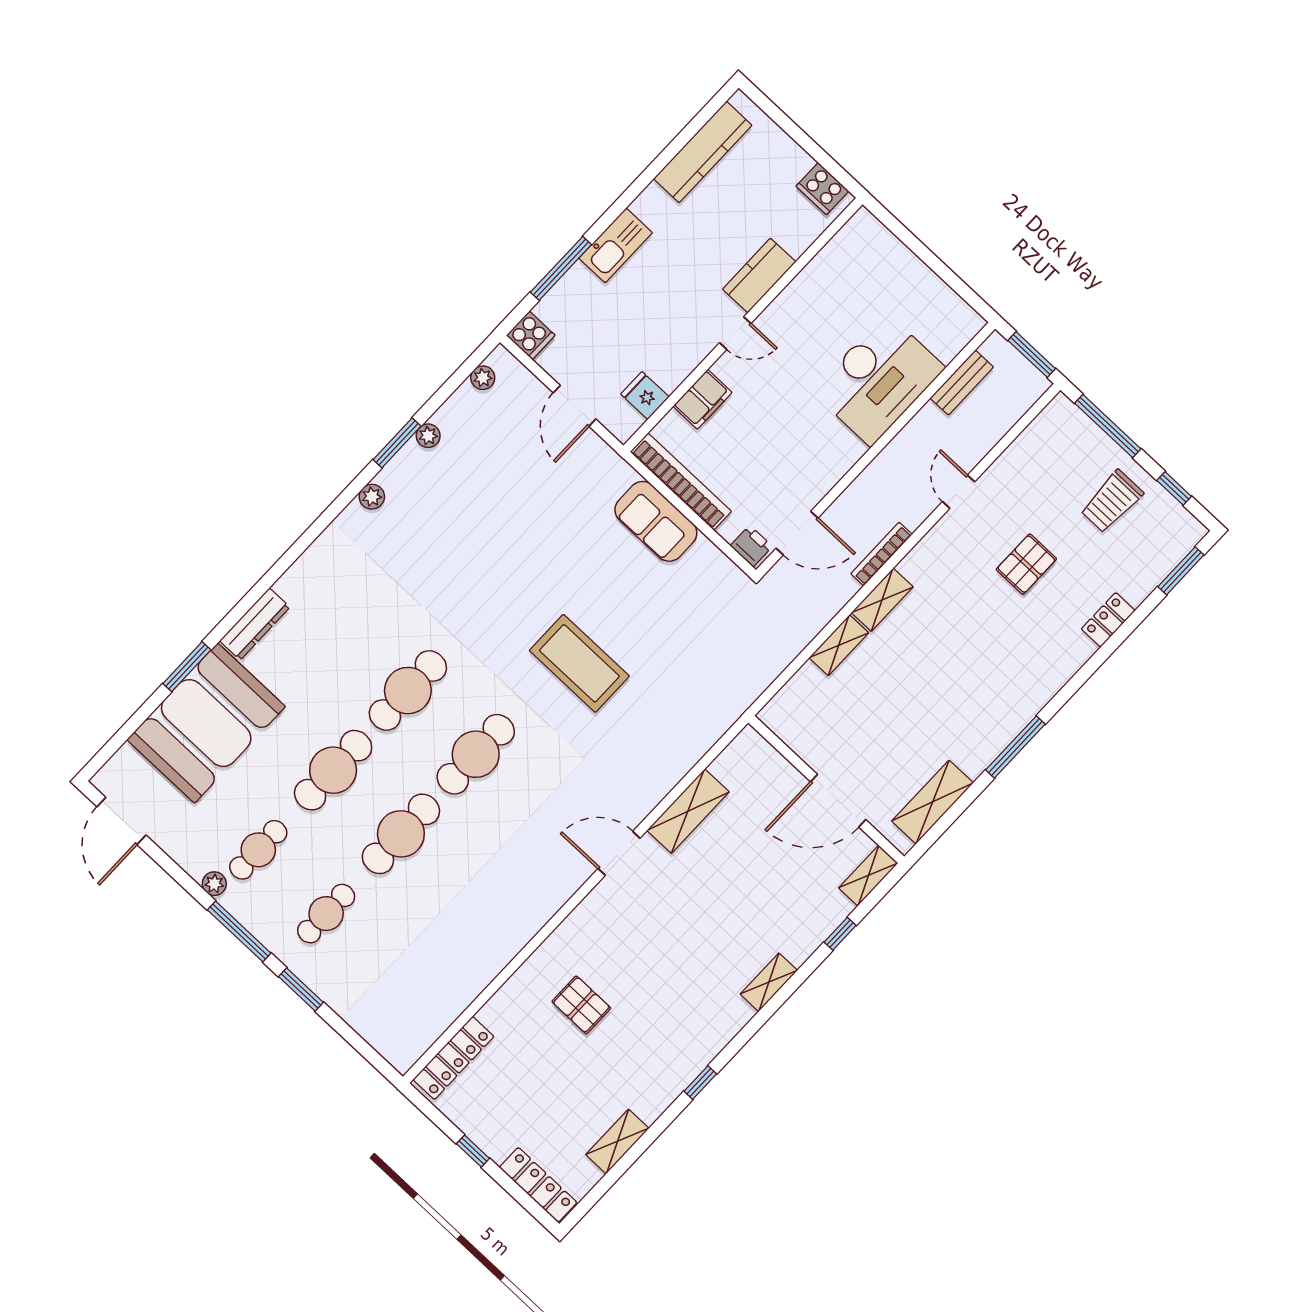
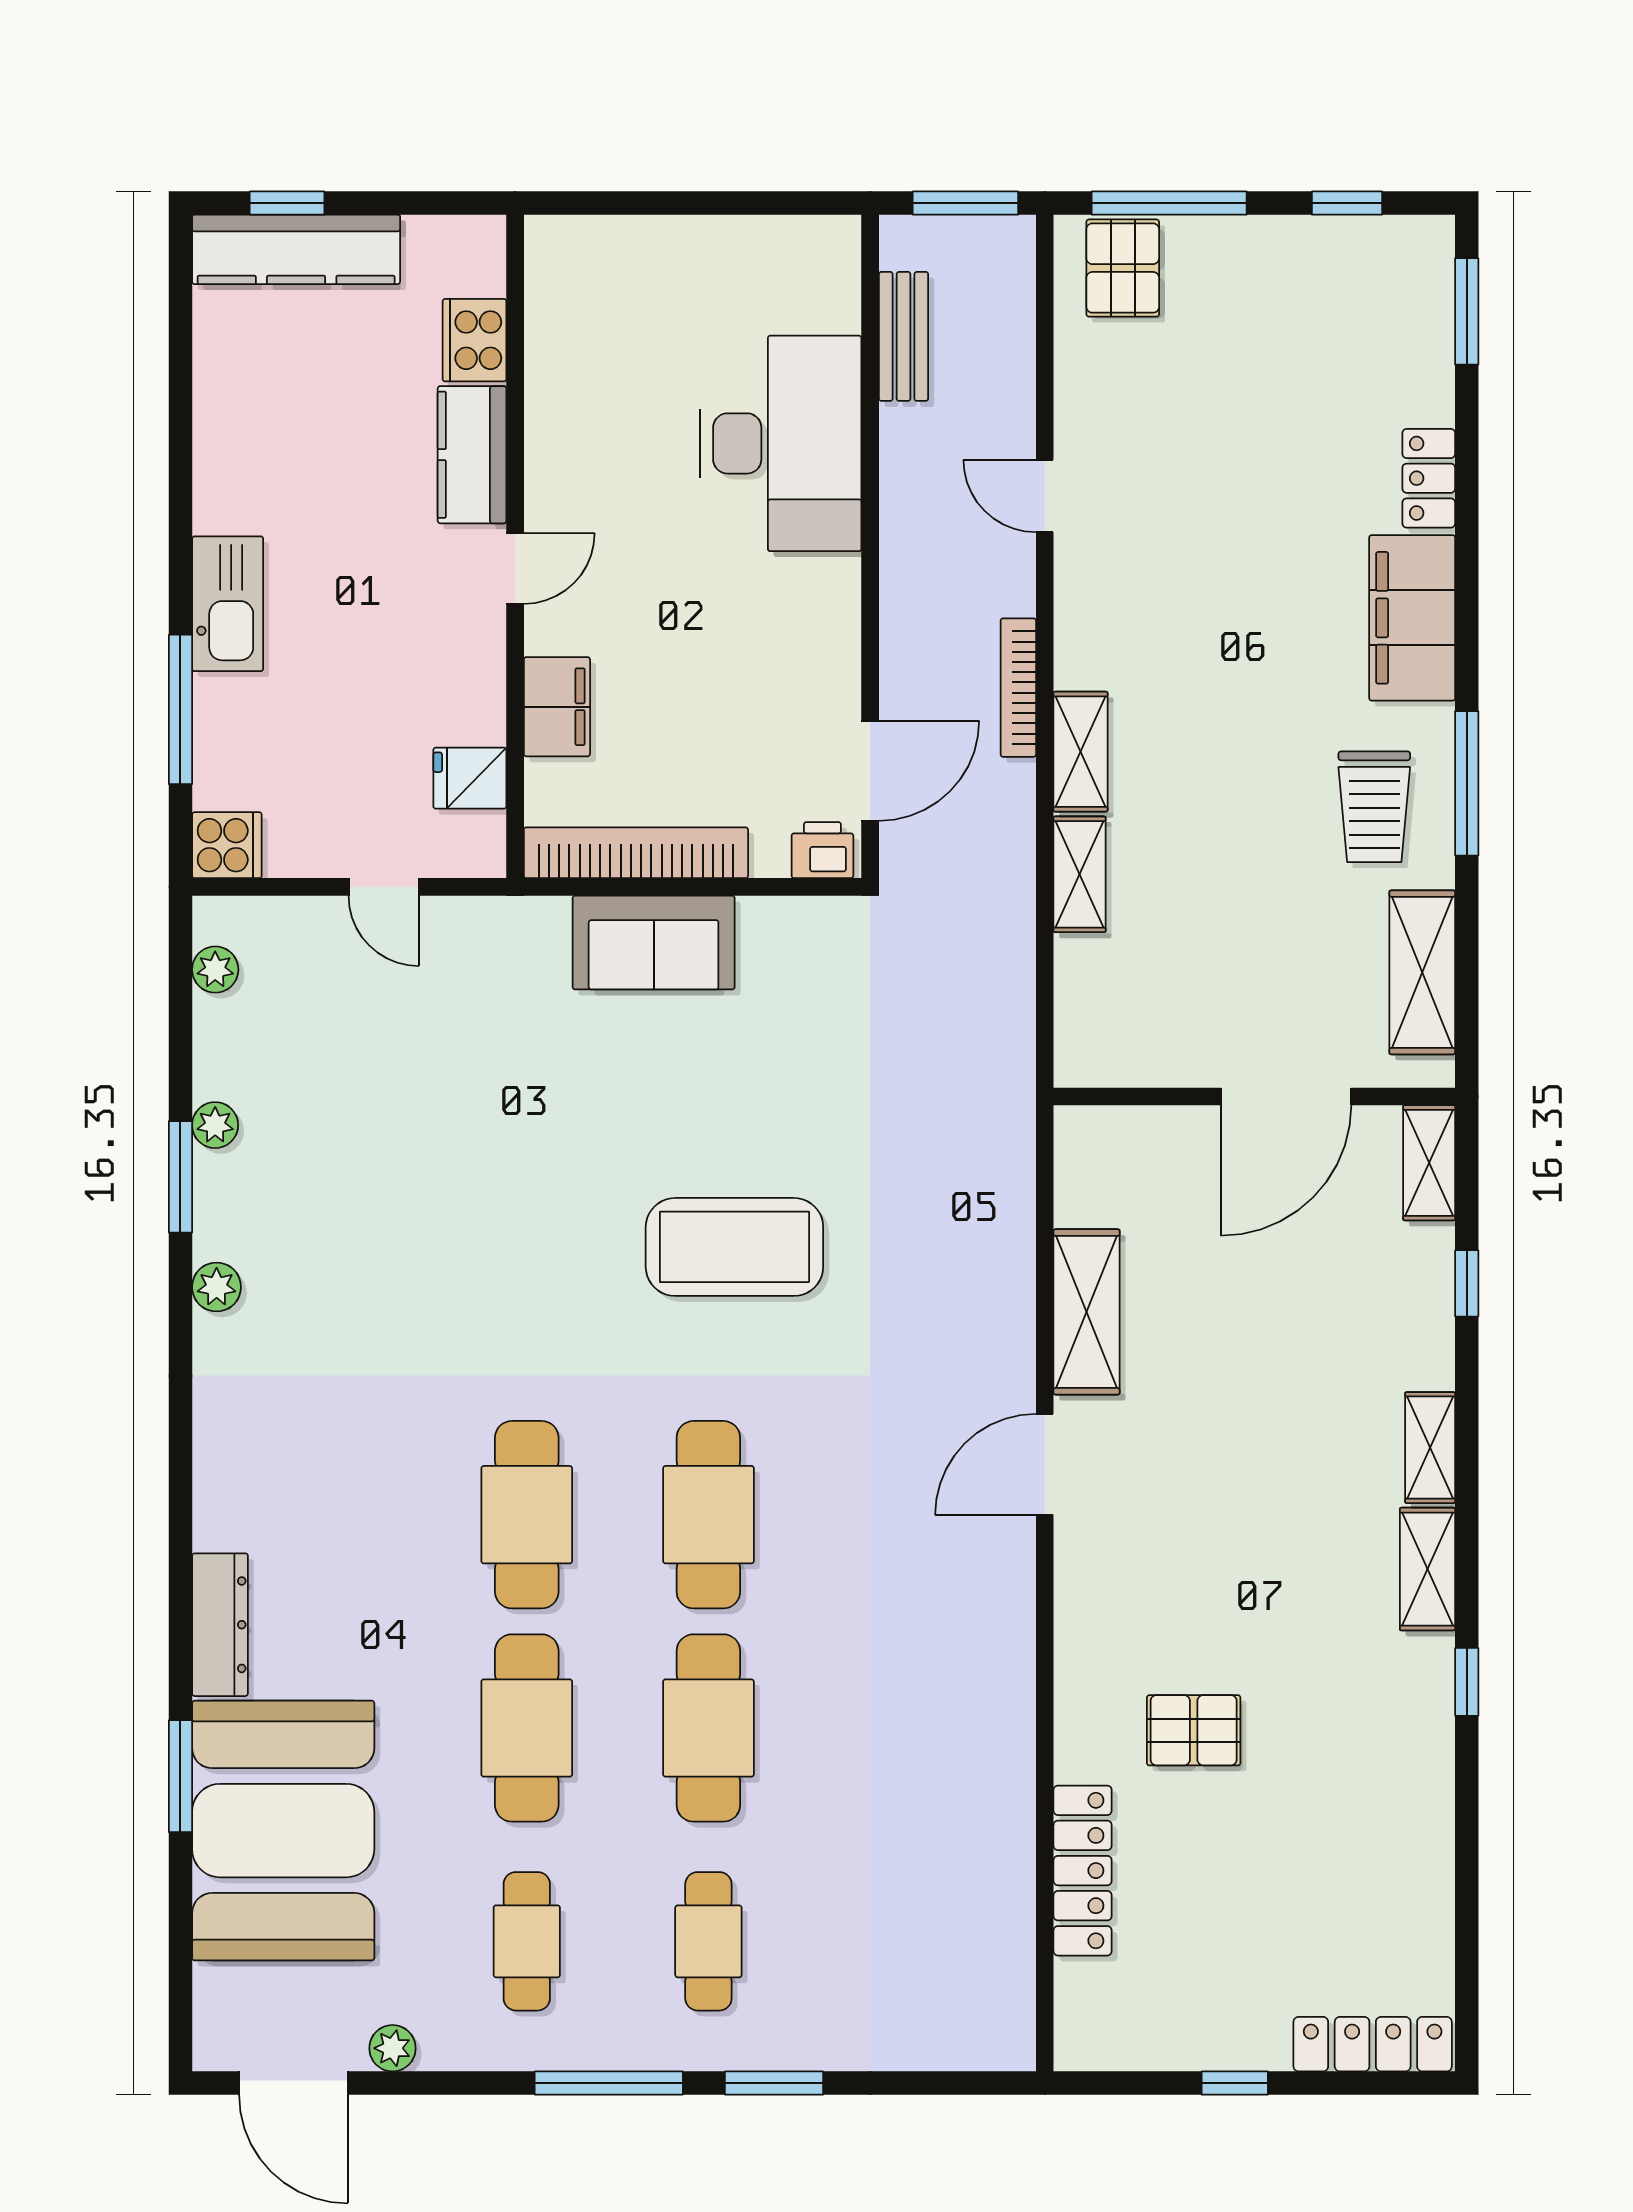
window: (778, 117) -> (287, 203), added
kitchen counter: (703, 152) -> (296, 249), moved, turned 90
cooker: (822, 189) -> (474, 340), moved, turned 90
door: (575, 406) -> (384, 887), width x0.73
trolley: (1112, 501) -> (1374, 807), moved
pallet: (1026, 564) -> (1123, 268), moved
filing cabinet: (1053, 666) -> (1412, 618), added
plant: (214, 884) -> (392, 2048), moved
locker: (453, 1058) -> (1083, 1871), moved
shelving: (617, 1141) -> (1427, 1569), moved

